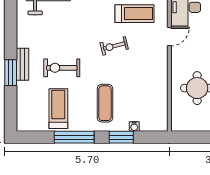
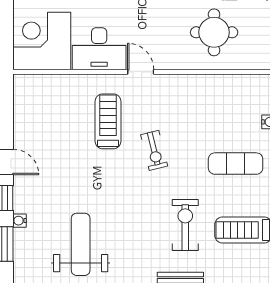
exercise bike: (62, 68) -> (185, 225), turned 180

